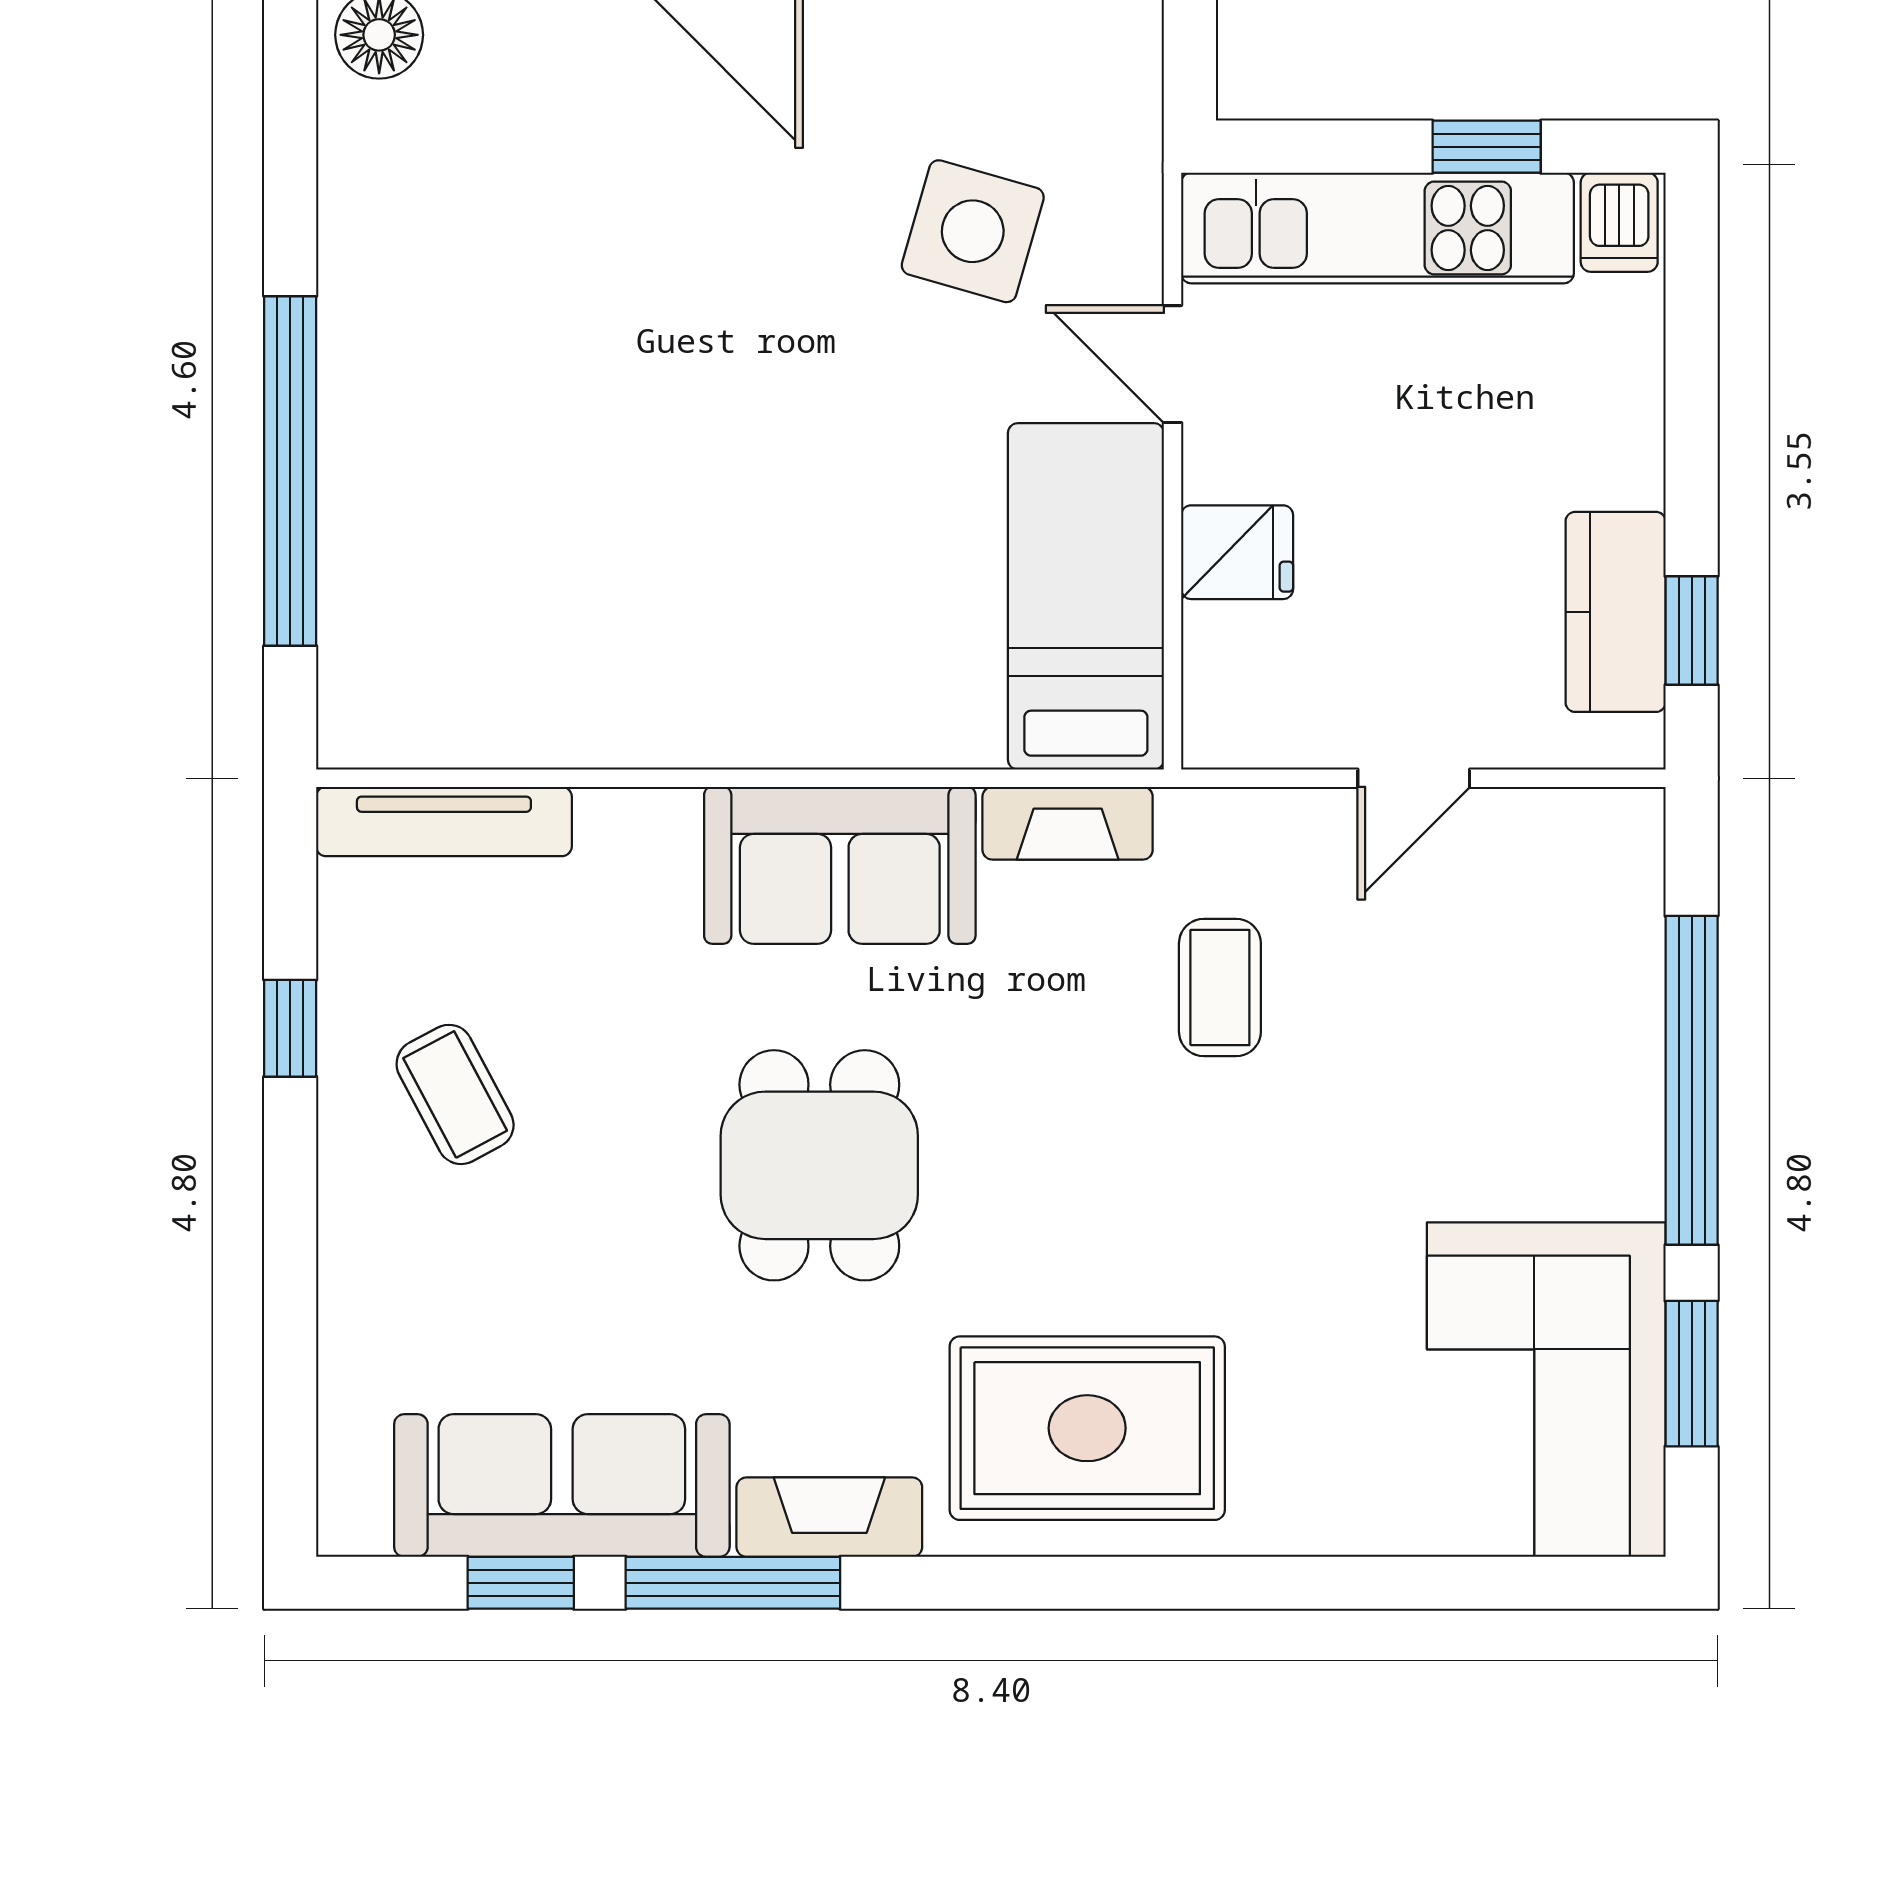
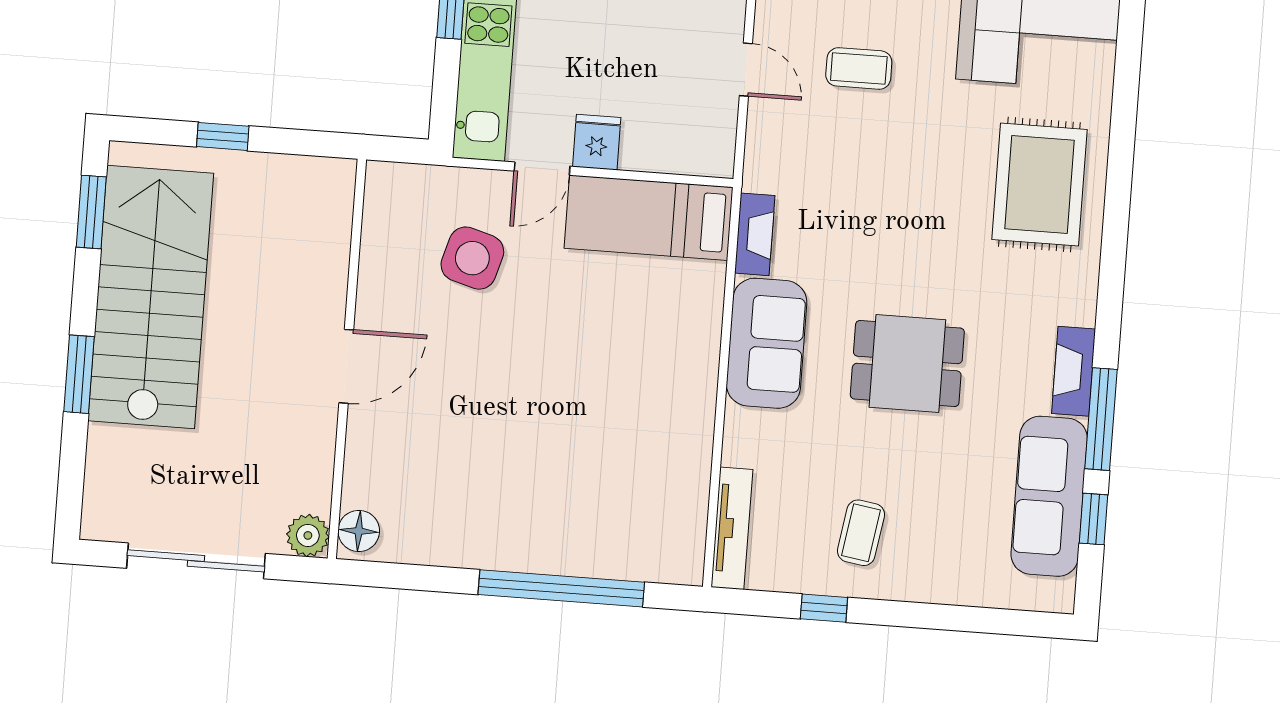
fridge: (1237, 552) -> (597, 142), moved
coffee table: (1220, 988) -> (859, 68), moved
coffee table: (455, 1094) -> (861, 533), turned -53
rug: (1087, 1428) -> (1040, 185), moved

